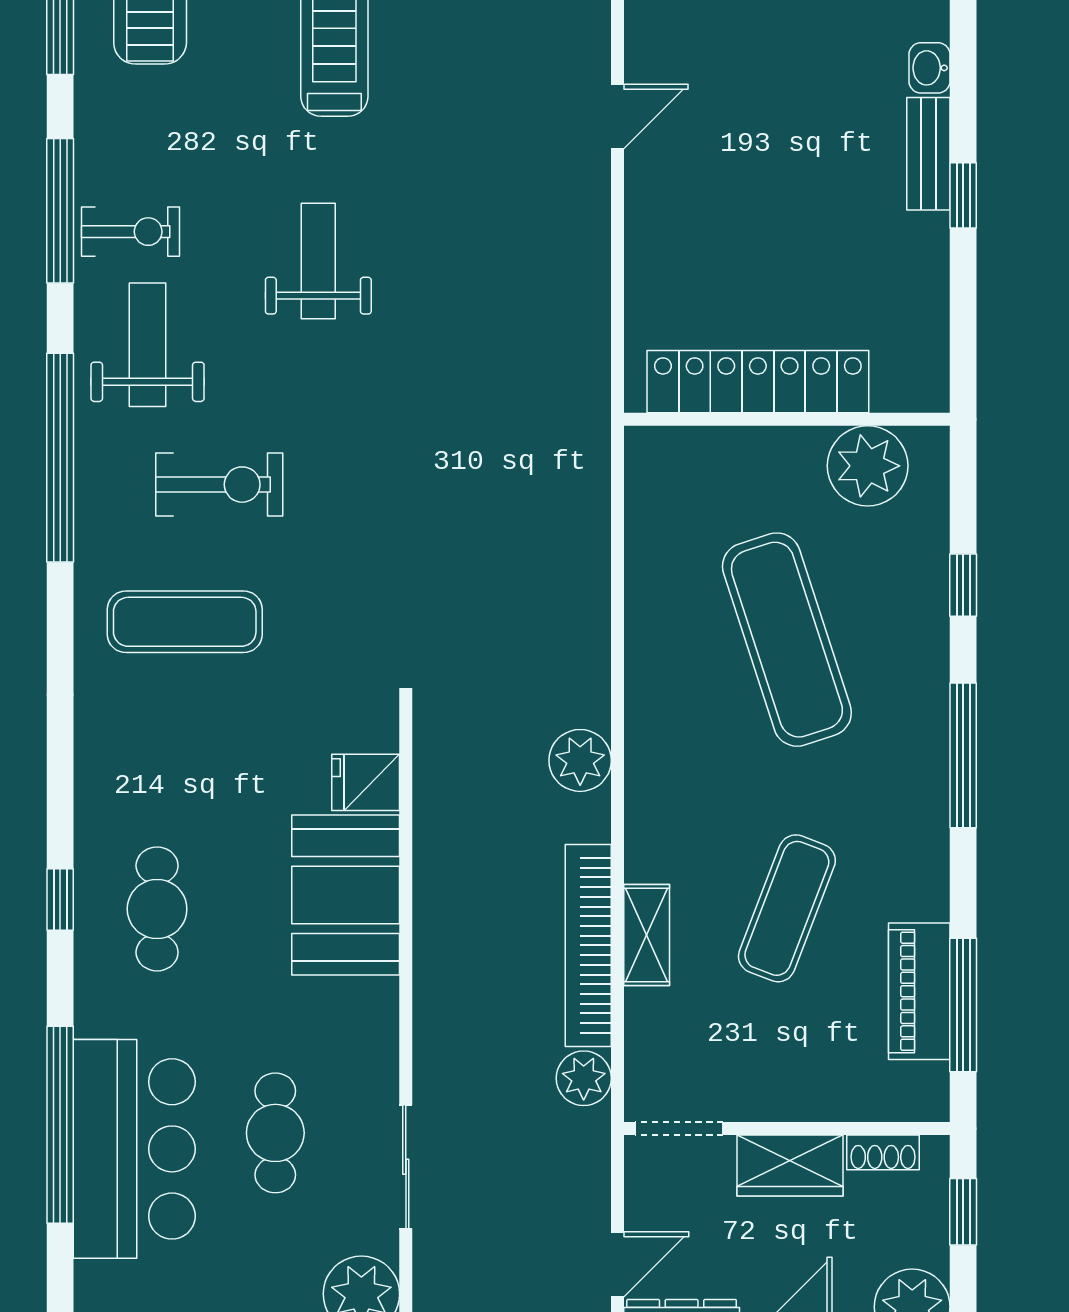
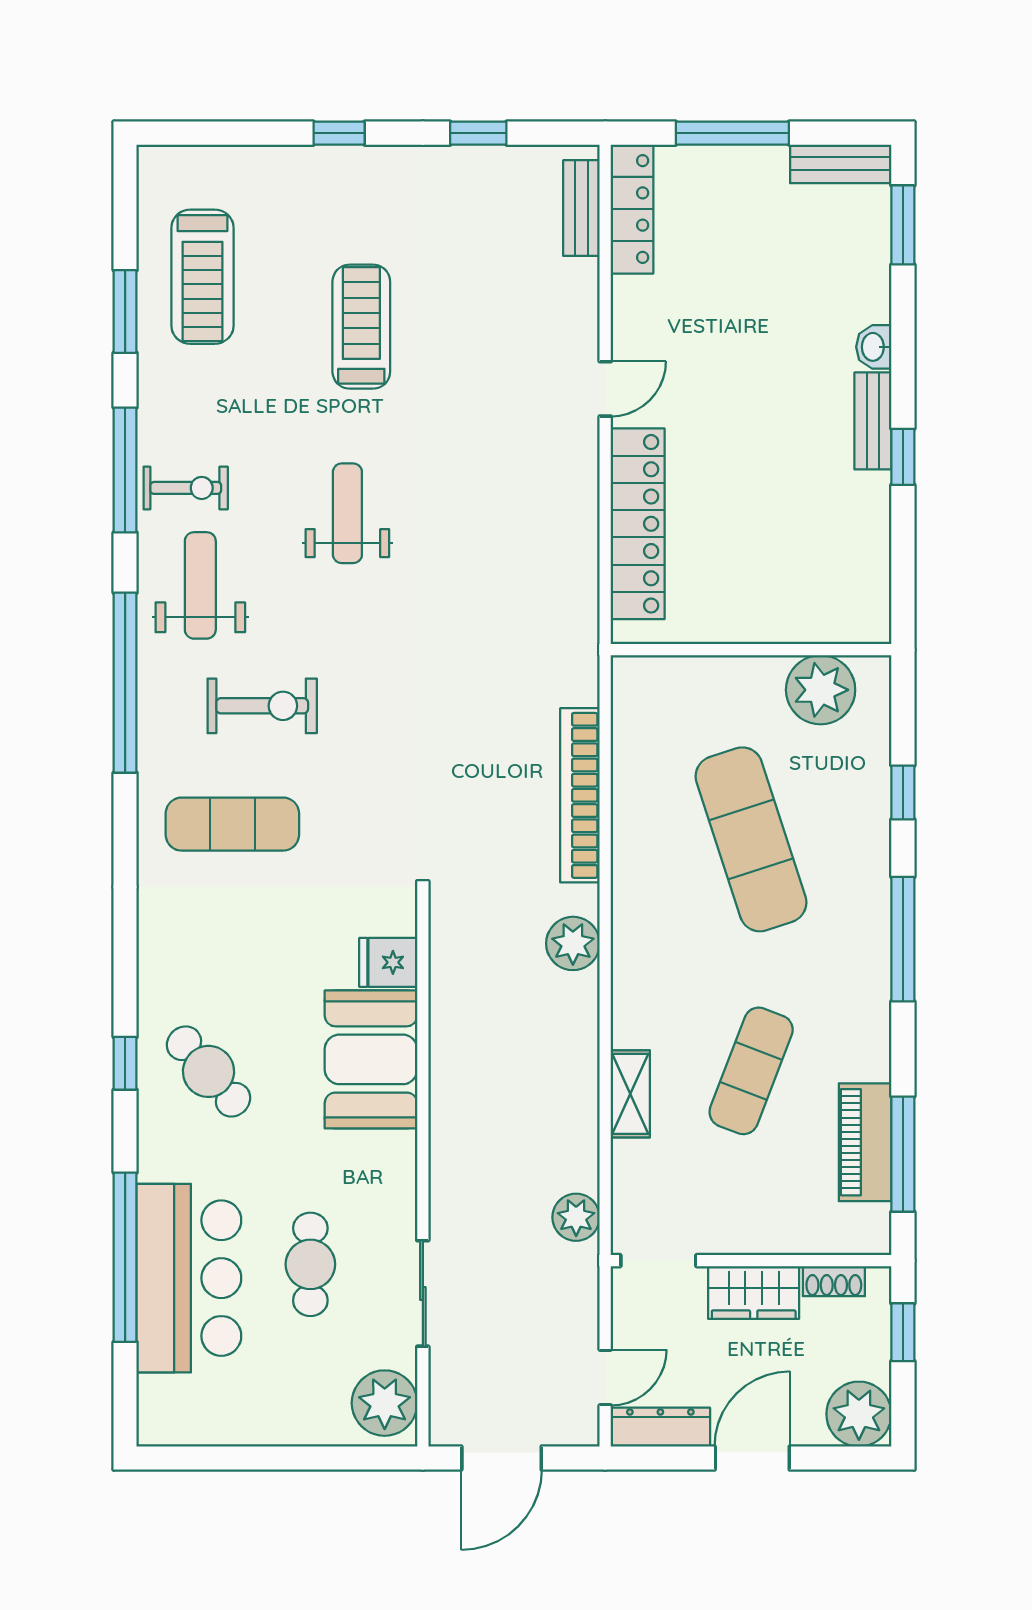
locker: (758, 382) -> (638, 524), moved, turned 90
cafe table: (157, 909) -> (208, 1071), turned -41
bookcase: (588, 945) -> (580, 795), moved

